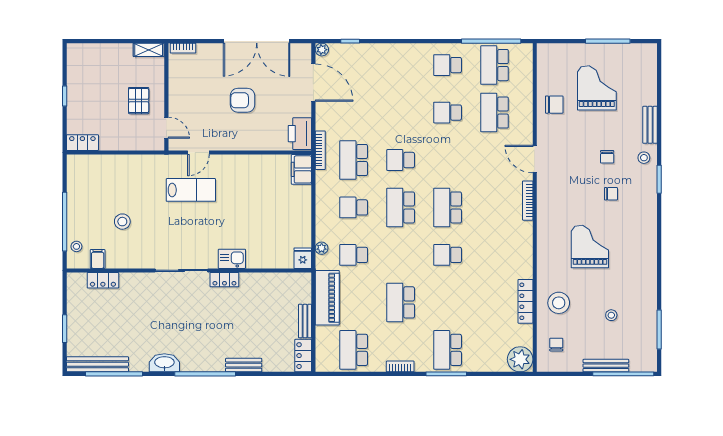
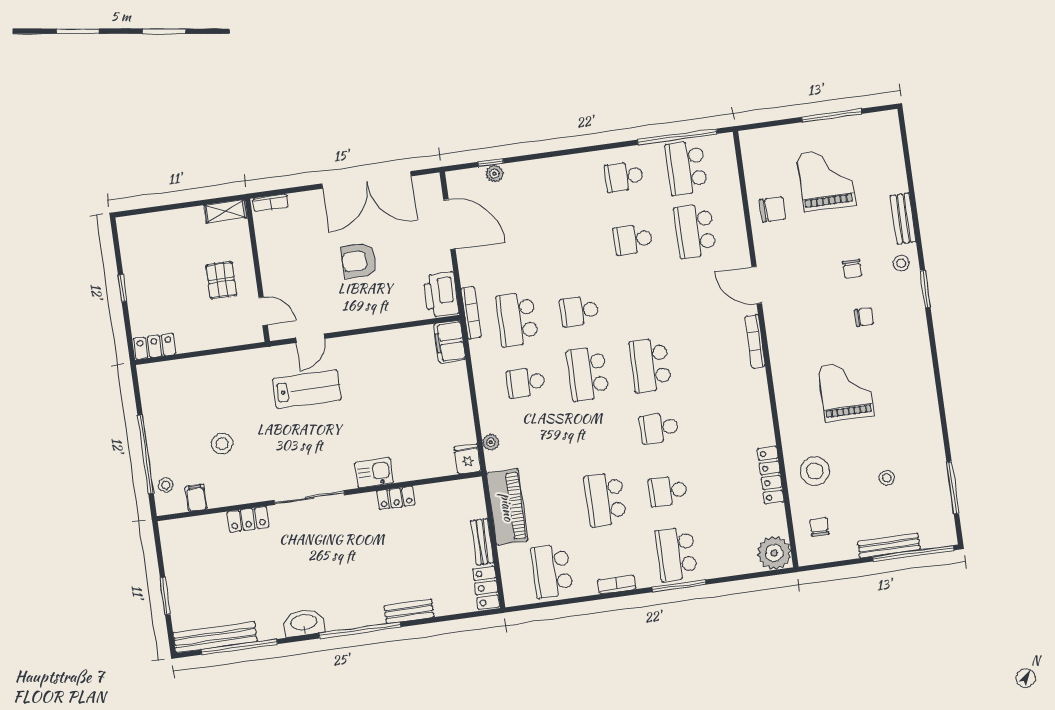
plant: (322, 50) -> (494, 174), moved
school desk: (354, 255) -> (668, 491), moved
locker: (103, 280) -> (248, 519), moved
locker: (224, 280) -> (396, 498), moved

